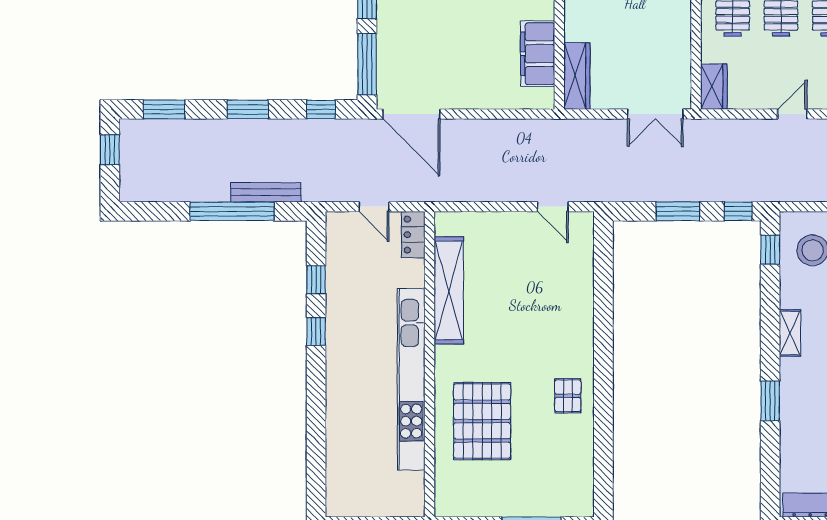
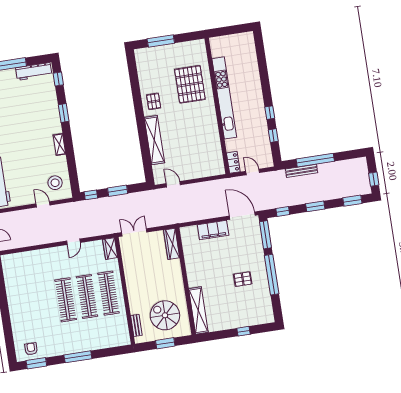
filing cabinet: (538, 54) -> (213, 230), moved, turned 90
window: (770, 250) -> (58, 79), moved
shelving: (449, 290) -> (154, 140), moved

